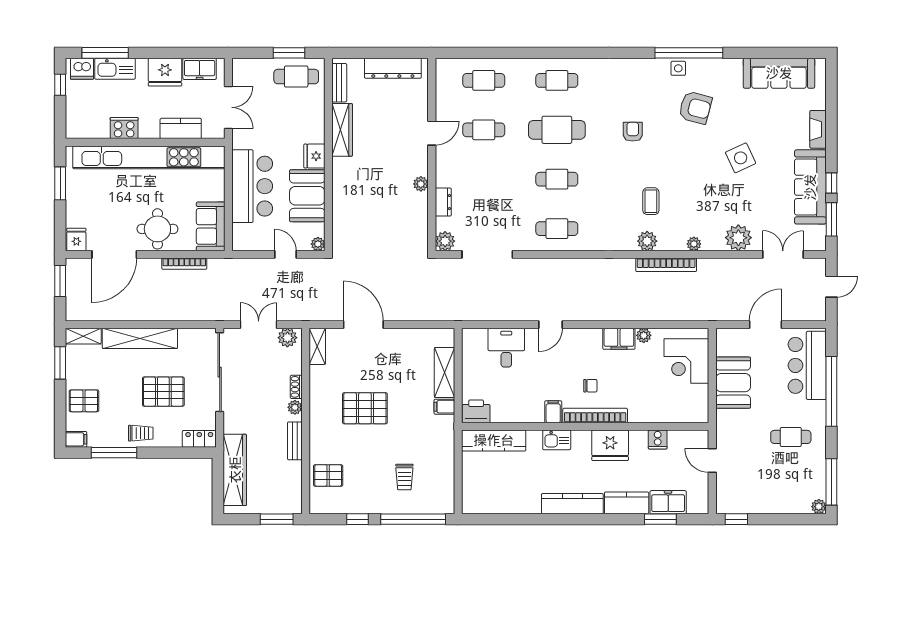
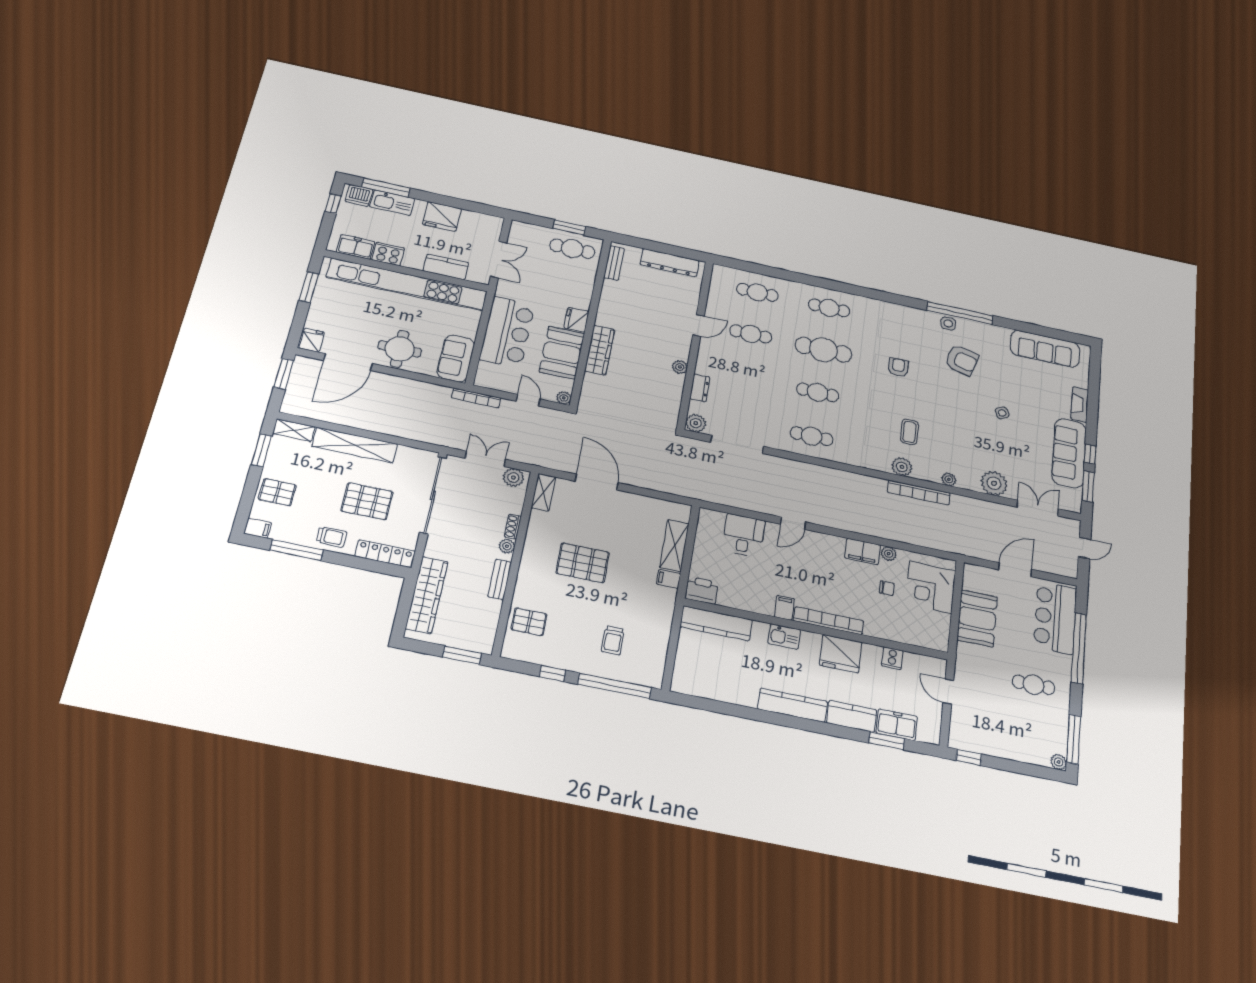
freezer: (200, 69) -> (356, 247), moved, turned 180
wardrobe: (342, 130) -> (600, 350), moved
side table: (741, 158) -> (1002, 413), width x0.54, depth x0.54
bookcase: (184, 264) -> (476, 398), moved
chair: (590, 386) -> (887, 588), moved
locker: (199, 439) -> (385, 554), width x1.53

